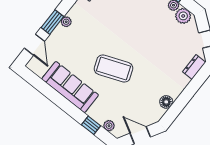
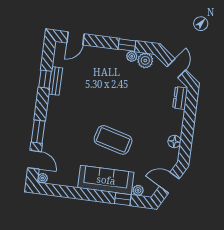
plant: (66, 22) -> (43, 178), moved
coffee table: (114, 69) -> (113, 140), turned 36
sofa: (70, 87) -> (106, 180), moved

